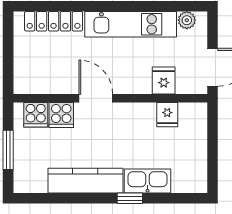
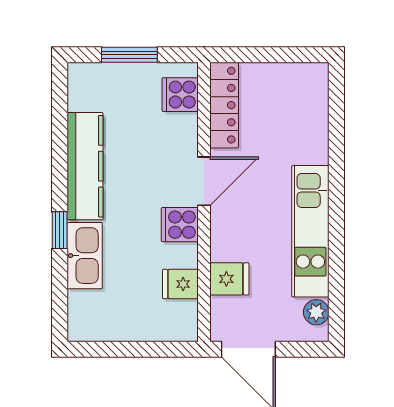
locker: (54, 21) -> (224, 105), moved, turned 180
cooker: (61, 115) -> (180, 225), moved

